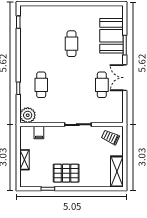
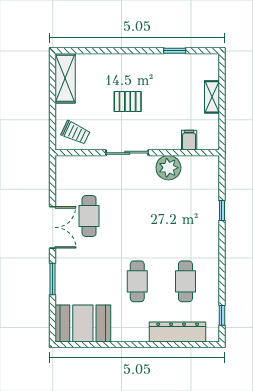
dresser: (46, 12) -> (178, 332), added
booth: (111, 36) -> (83, 323), moved, turned 90
cafe table: (41, 85) -> (185, 281), moved
plant: (28, 115) -> (168, 168), moved
pallet: (66, 173) -> (128, 102), moved, width x0.67, depth x0.71

